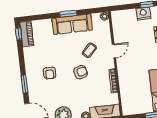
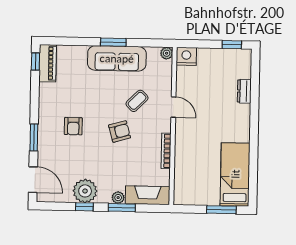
nightstand: (143, 13) -> (186, 56), moved
door: (114, 51) -> (173, 107), hinge flipped

